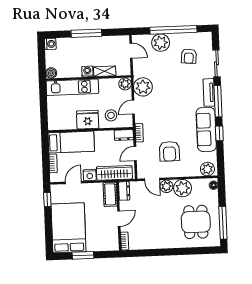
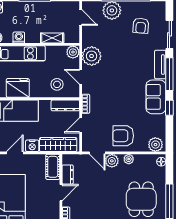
washing machine: (87, 72) -> (19, 38), moved
door: (133, 107) -> (81, 77), hinge flipped
fridge: (88, 120) -> (18, 88), moved
sofa: (206, 129) -> (156, 97), width x0.73
dresser: (124, 135) -> (65, 105), width x1.44
armchair: (169, 151) -> (123, 136), moved, turned 90
plant: (183, 188) -> (129, 159), width x0.53, depth x0.53
dresser: (124, 191) -> (68, 175), moved

